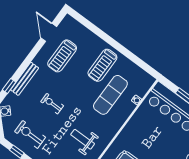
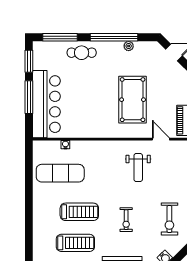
treadmill: (102, 65) -> (79, 212), moved
exercise mat: (110, 95) -> (60, 173), moved

